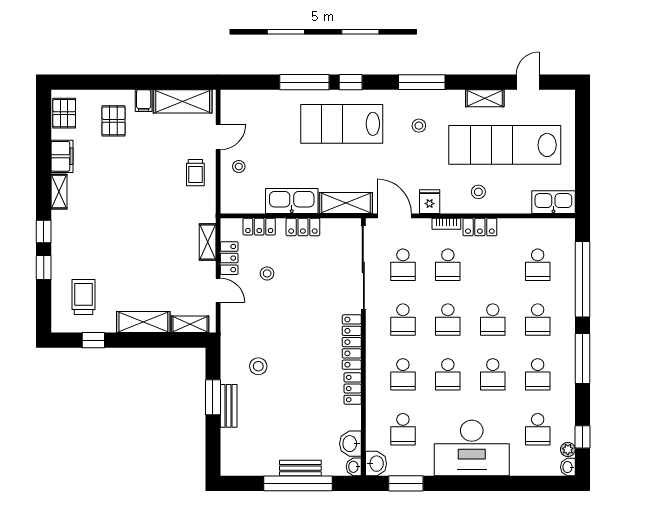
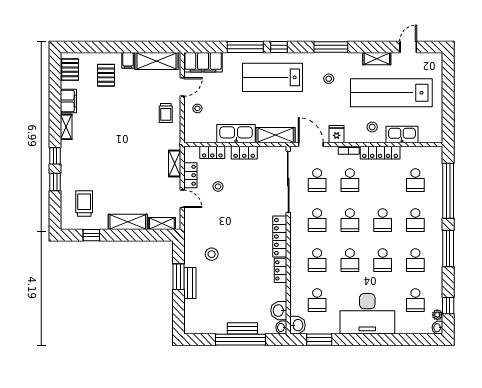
filing cabinet: (247, 103) -> (203, 62), added
kitchen sink: (553, 202) -> (402, 134), moved
locker: (480, 227) -> (380, 153), width x1.53

